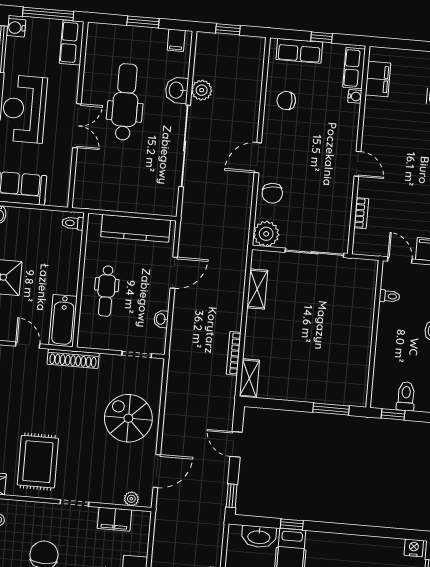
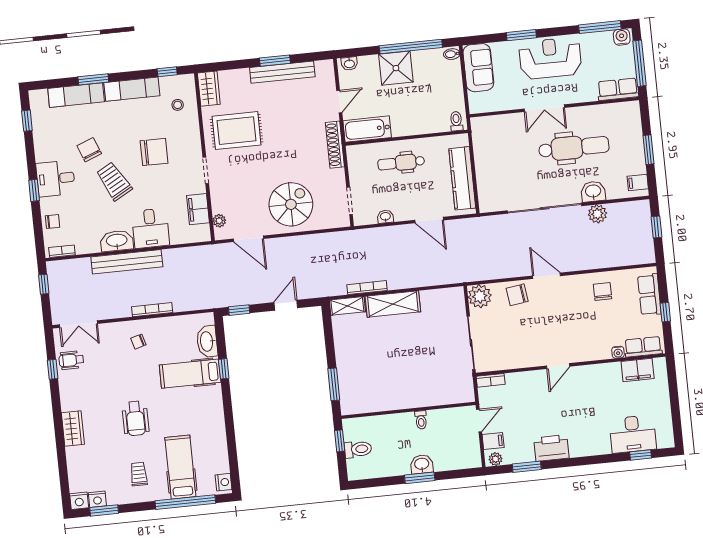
bookcase: (361, 213) -> (491, 380), moved
shelving: (257, 289) -> (393, 304), moved, width x1.50, depth x1.33
toilet: (390, 296) -> (421, 420), moved

